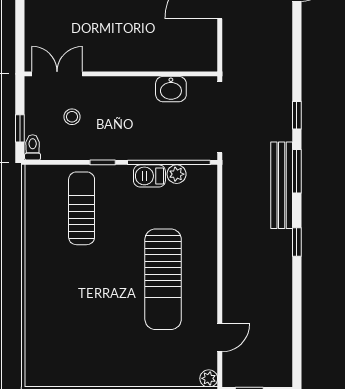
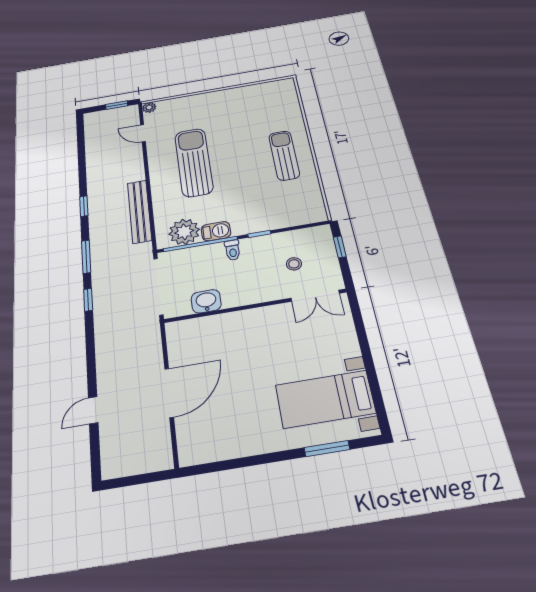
toilet: (33, 147) -> (233, 250), moved
plant: (177, 174) -> (184, 232), width x1.88, depth x1.88
bench: (282, 185) -> (139, 211), moved
sun lounger: (82, 208) -> (284, 155), moved, turned 180
door: (220, 338) -> (143, 133), hinge flipped

